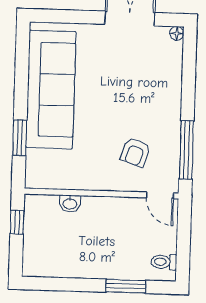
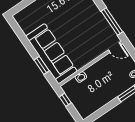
sofa: (51, 89) -> (51, 54), moved
armchair: (135, 152) -> (92, 37), removed

